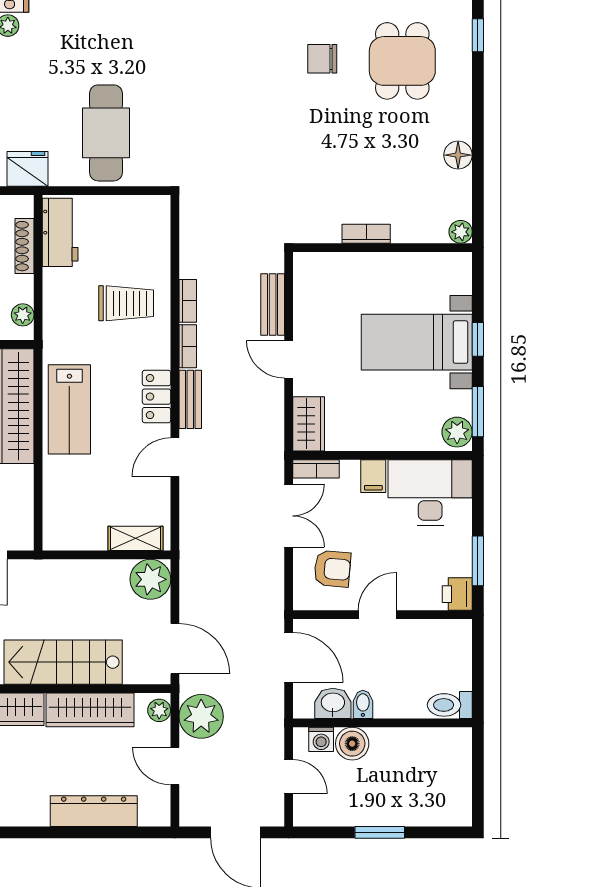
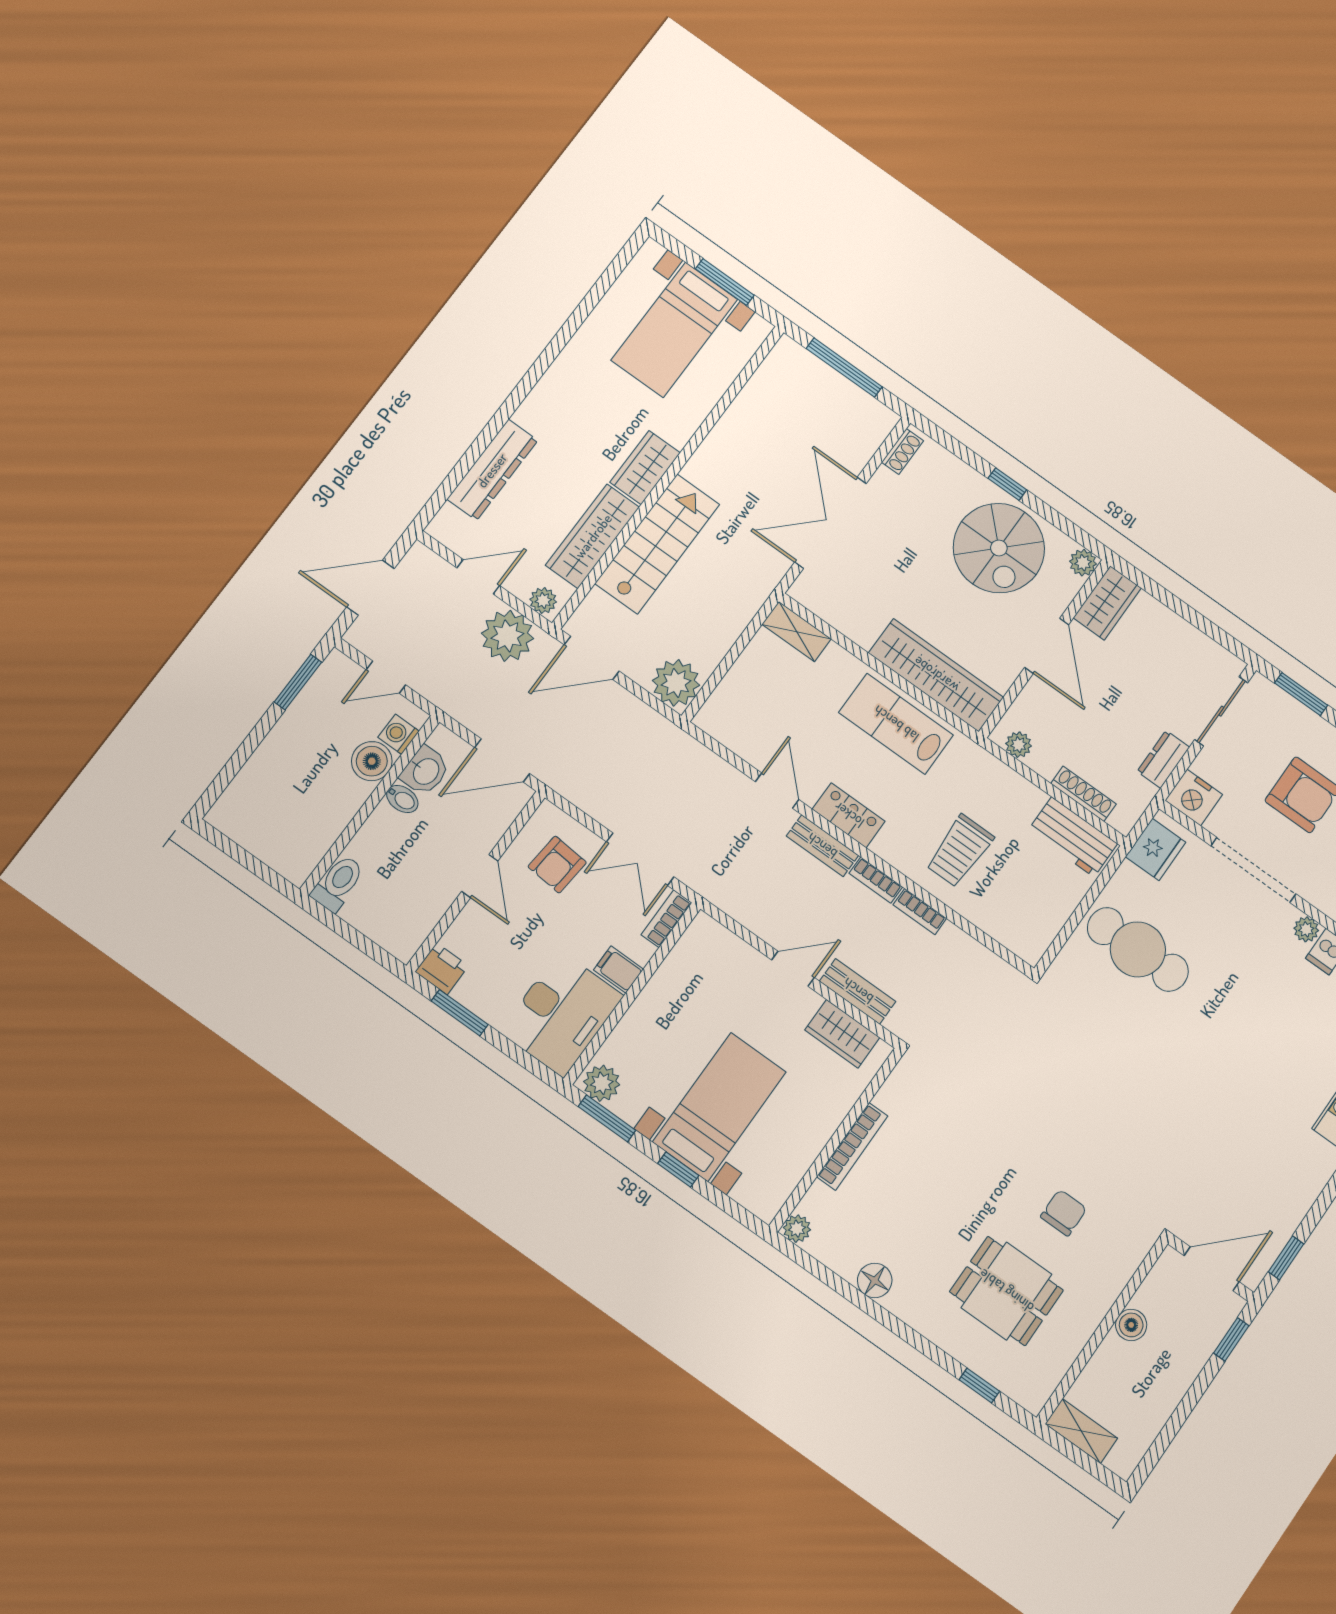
bookcase: (366, 234) -> (852, 1146), width x1.56
wardrobe: (309, 424) -> (842, 1034), moved
shelving: (135, 538) -> (796, 632), moved, turned 90
window: (380, 832) -> (298, 682), moved

